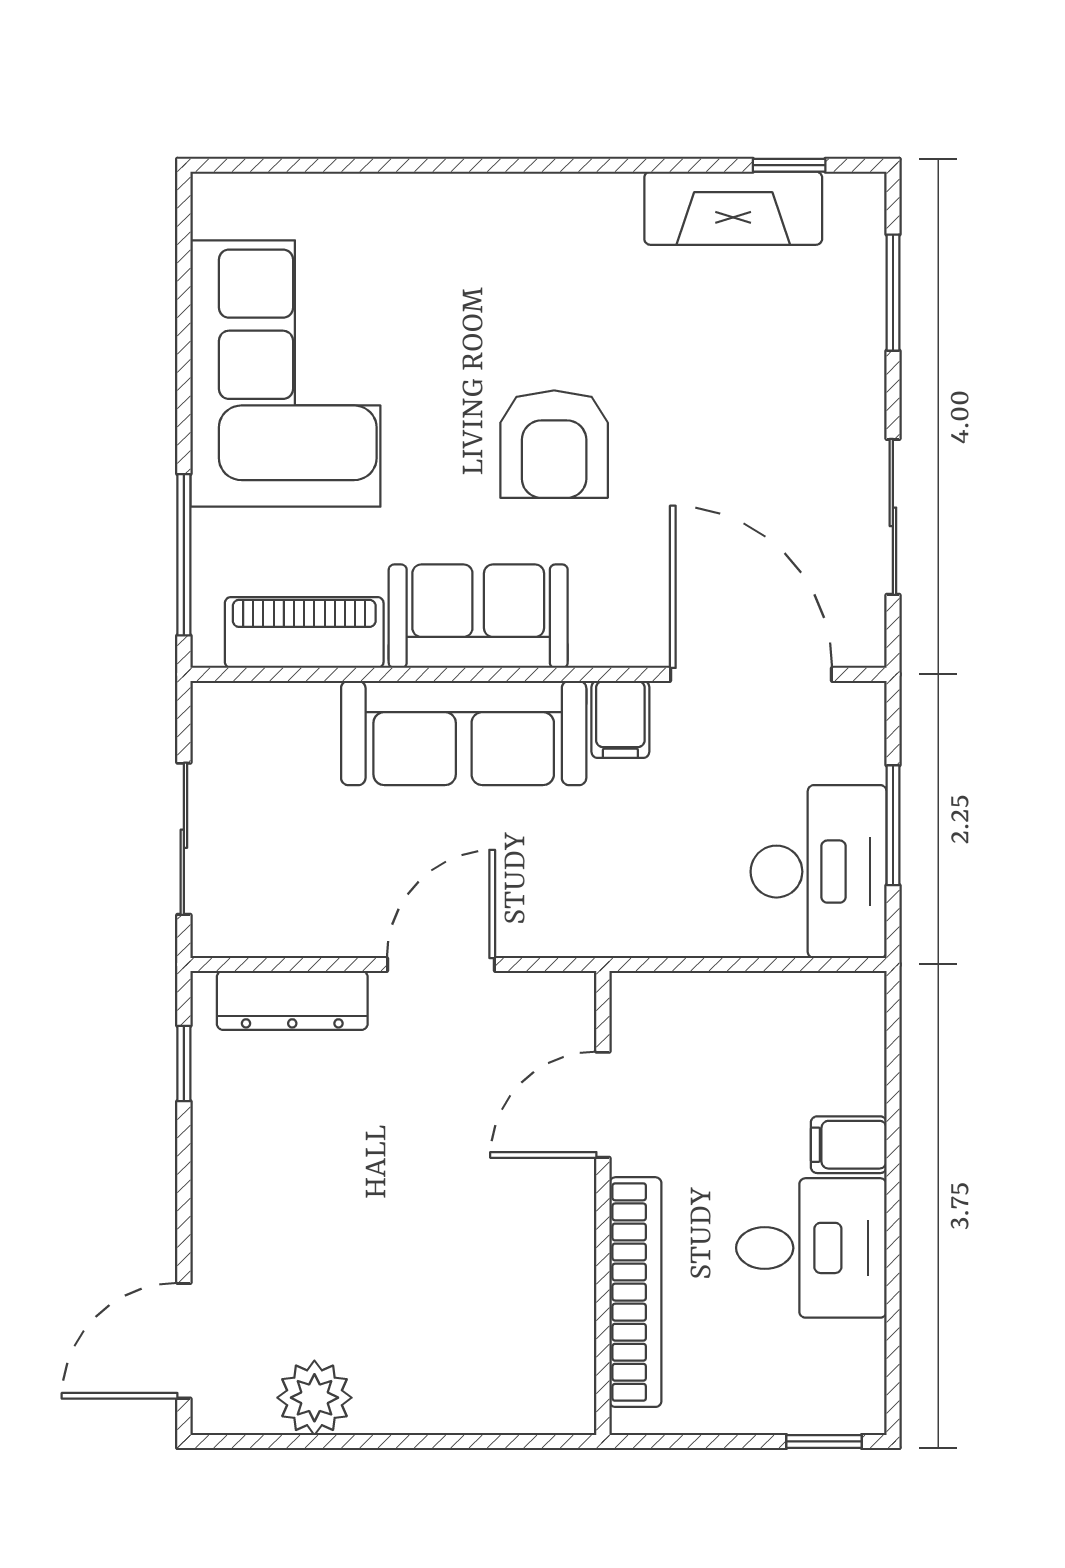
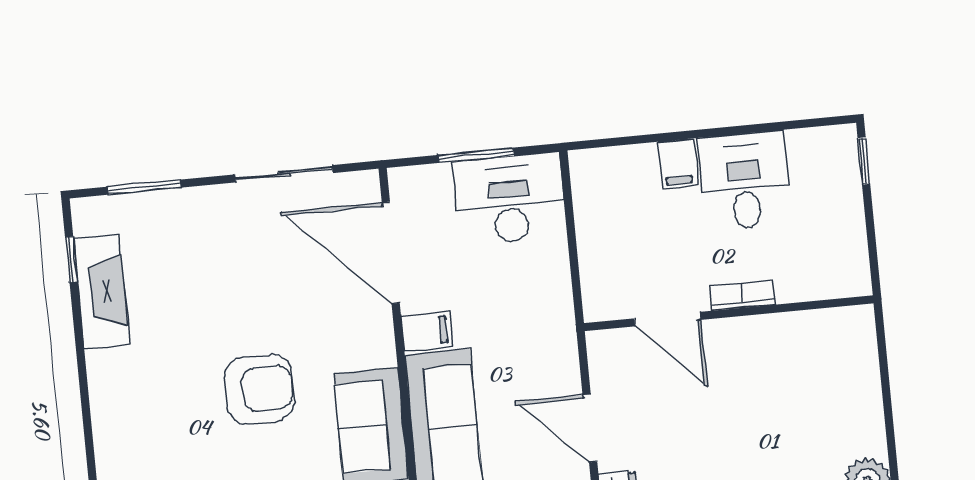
door: (751, 674) -> (391, 253), hinge flipped
bookcase: (635, 1292) -> (742, 295), width x0.43, depth x0.76

